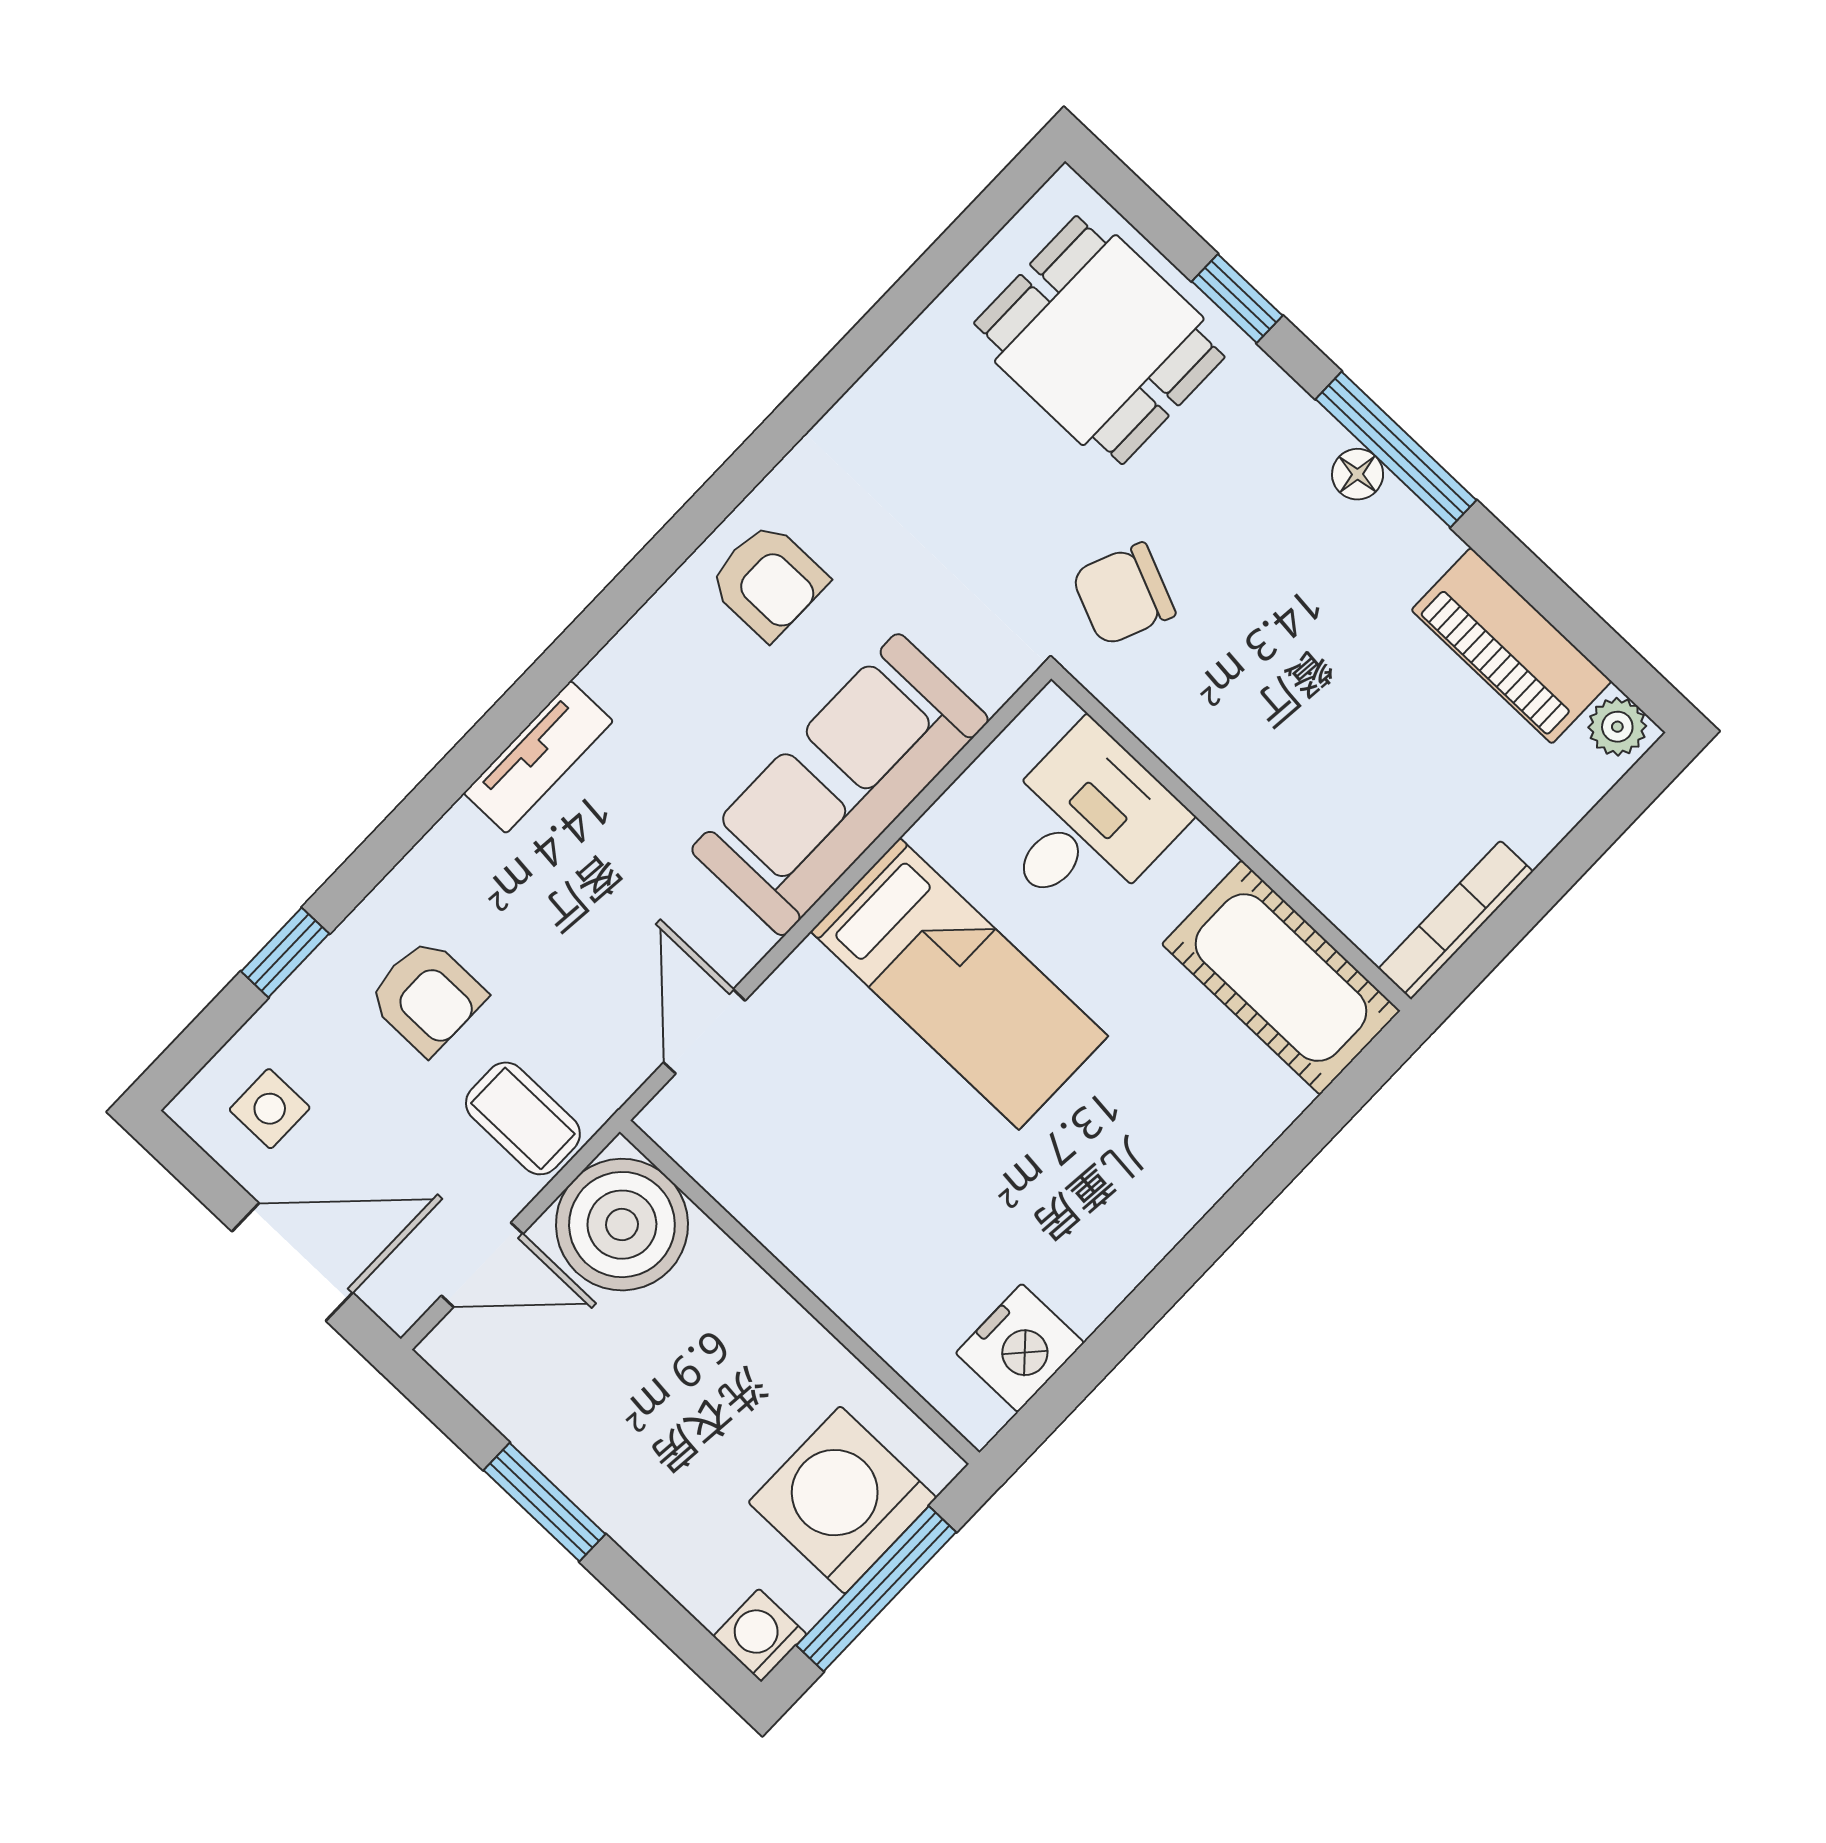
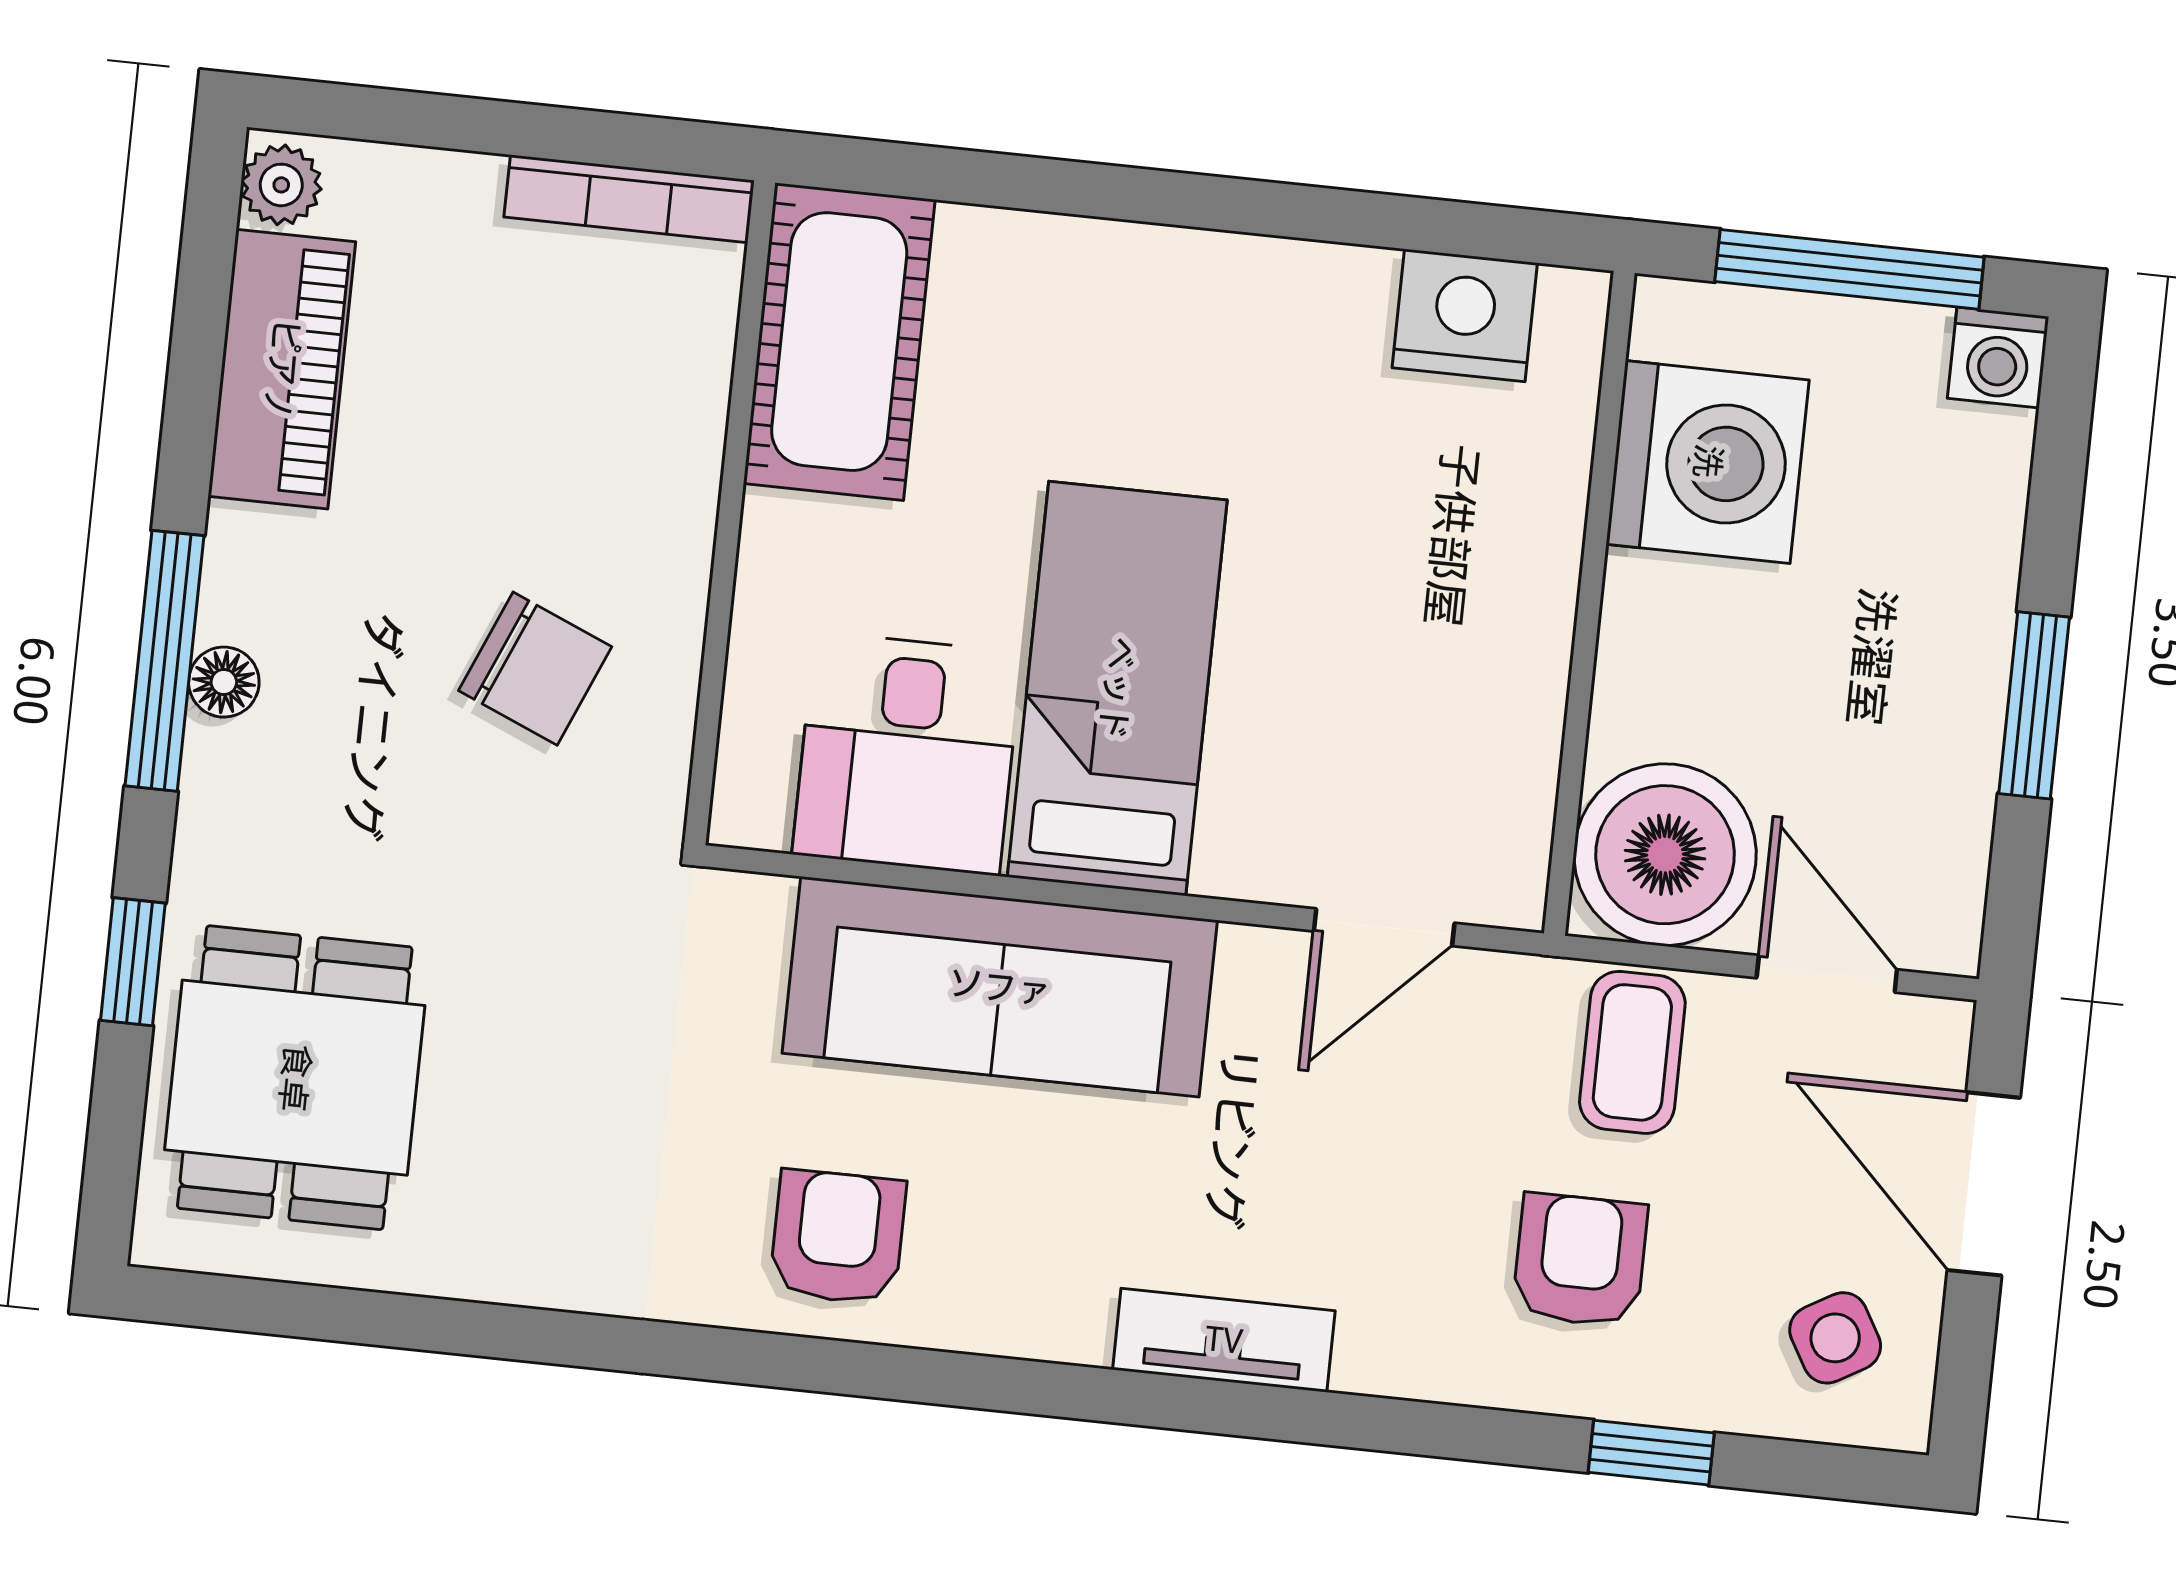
chair: (1123, 594) -> (535, 669), moved
desk: (1086, 823) -> (907, 754), moved, turned -90
side table: (270, 1109) -> (1835, 1338), turned -30
washing machine: (842, 1500) -> (1708, 462), moved, turned -90

